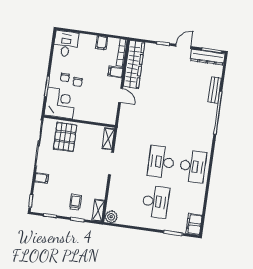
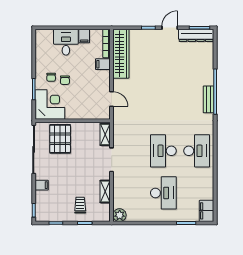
desk: (66, 44) -> (66, 42), moved
bench: (215, 90) -> (209, 99), moved
door: (121, 95) -> (112, 99), moved
shelving: (98, 210) -> (105, 192), moved

